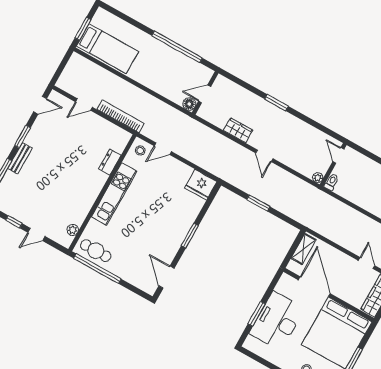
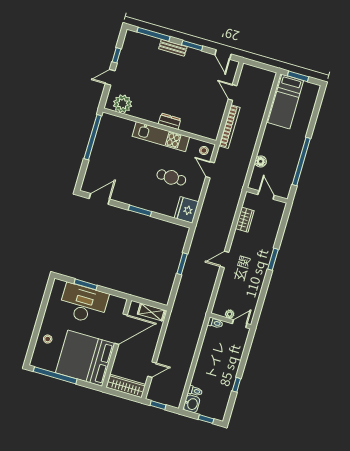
floor lamp: (189, 104) -> (261, 161), moved
wardrobe: (238, 130) -> (245, 220), moved
dresser: (110, 162) -> (170, 121), moved
plant: (318, 178) -> (230, 314), moved
plant: (73, 230) -> (123, 104), width x1.87, depth x1.87
door: (36, 234) -> (110, 77), hinge flipped
cafe table: (96, 251) -> (171, 177), moved, turned 90

